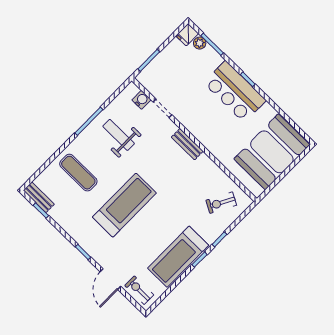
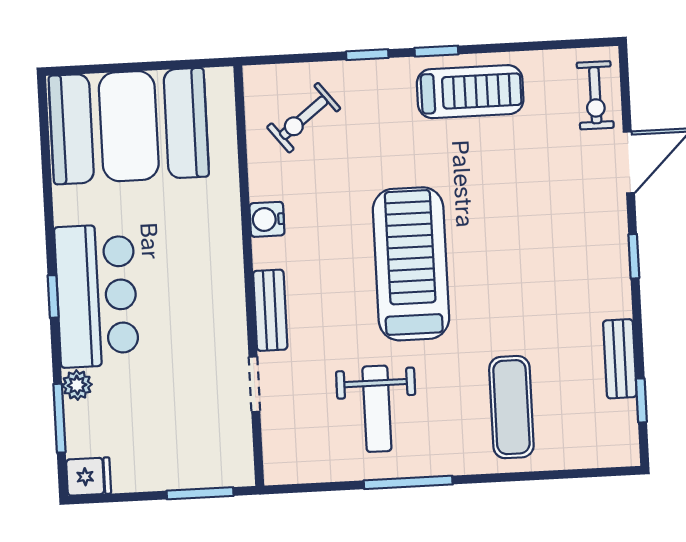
plant: (200, 43) -> (77, 385), moved
water cooler: (141, 100) -> (267, 219), moved
bench: (187, 144) -> (270, 310), moved
bench: (39, 197) -> (620, 359), moved
exercise bike: (221, 203) -> (304, 118), turned 114
treadmill: (124, 205) -> (411, 264), moved, turned 90
treadmill: (178, 257) -> (470, 92), width x0.73, depth x0.73

